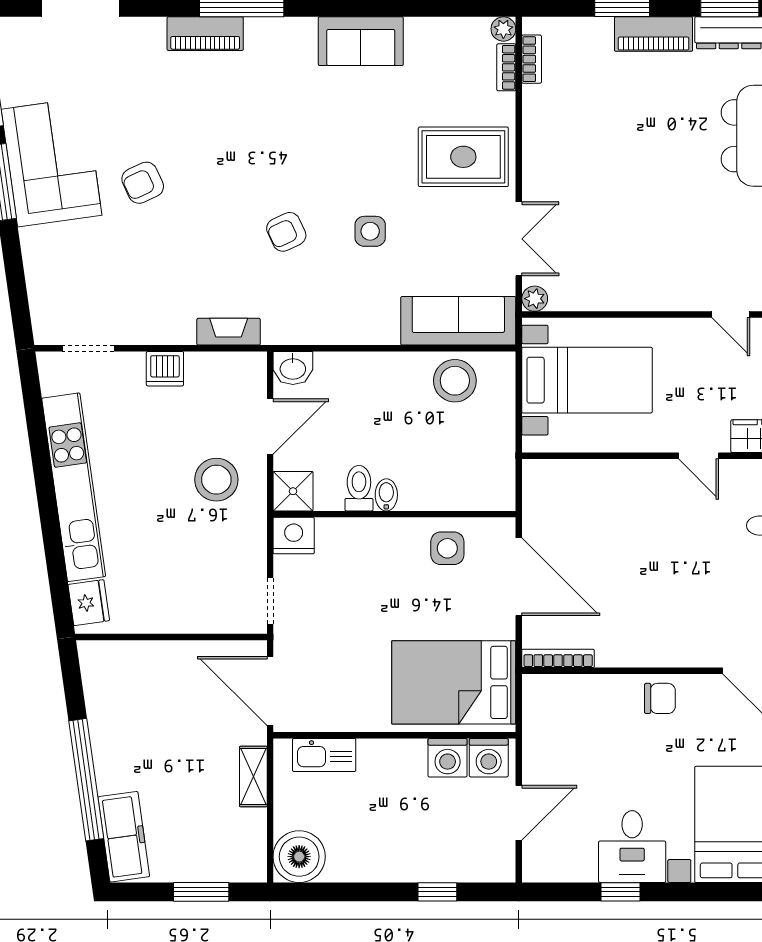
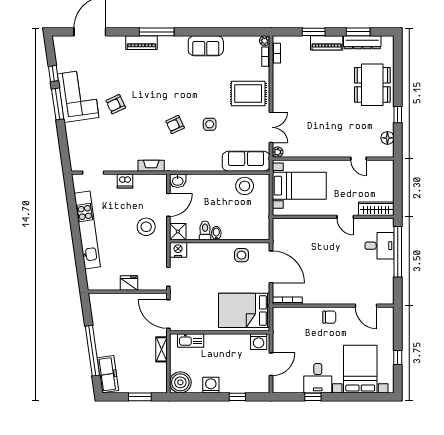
fridge: (89, 603) -> (129, 283), moved, turned -82
washing machine: (448, 758) -> (211, 385), moved, turned 180

